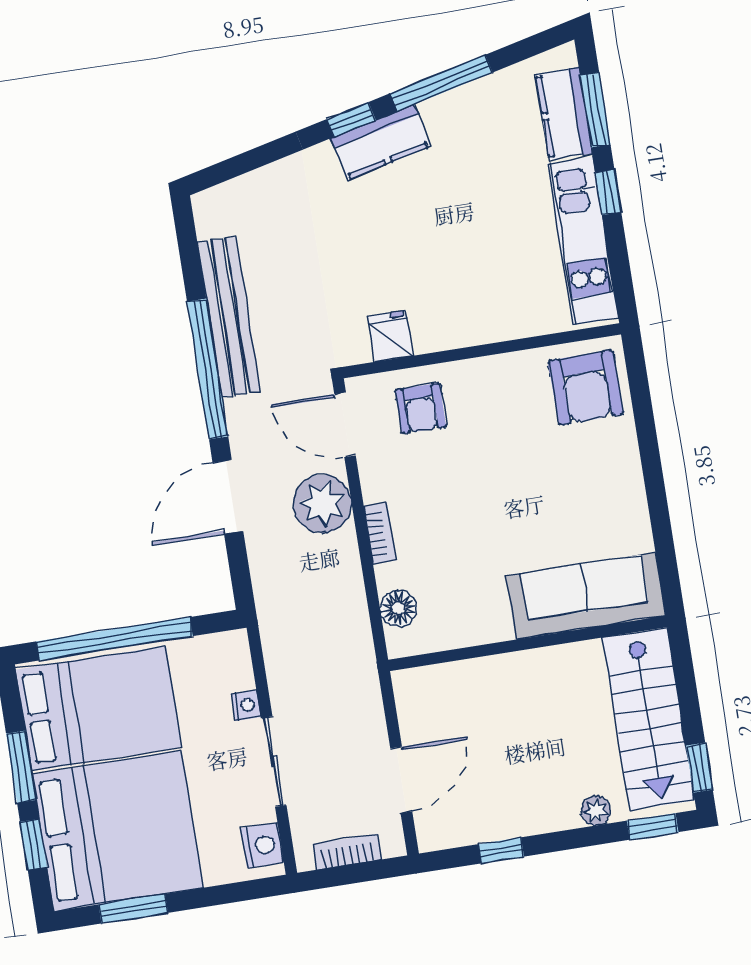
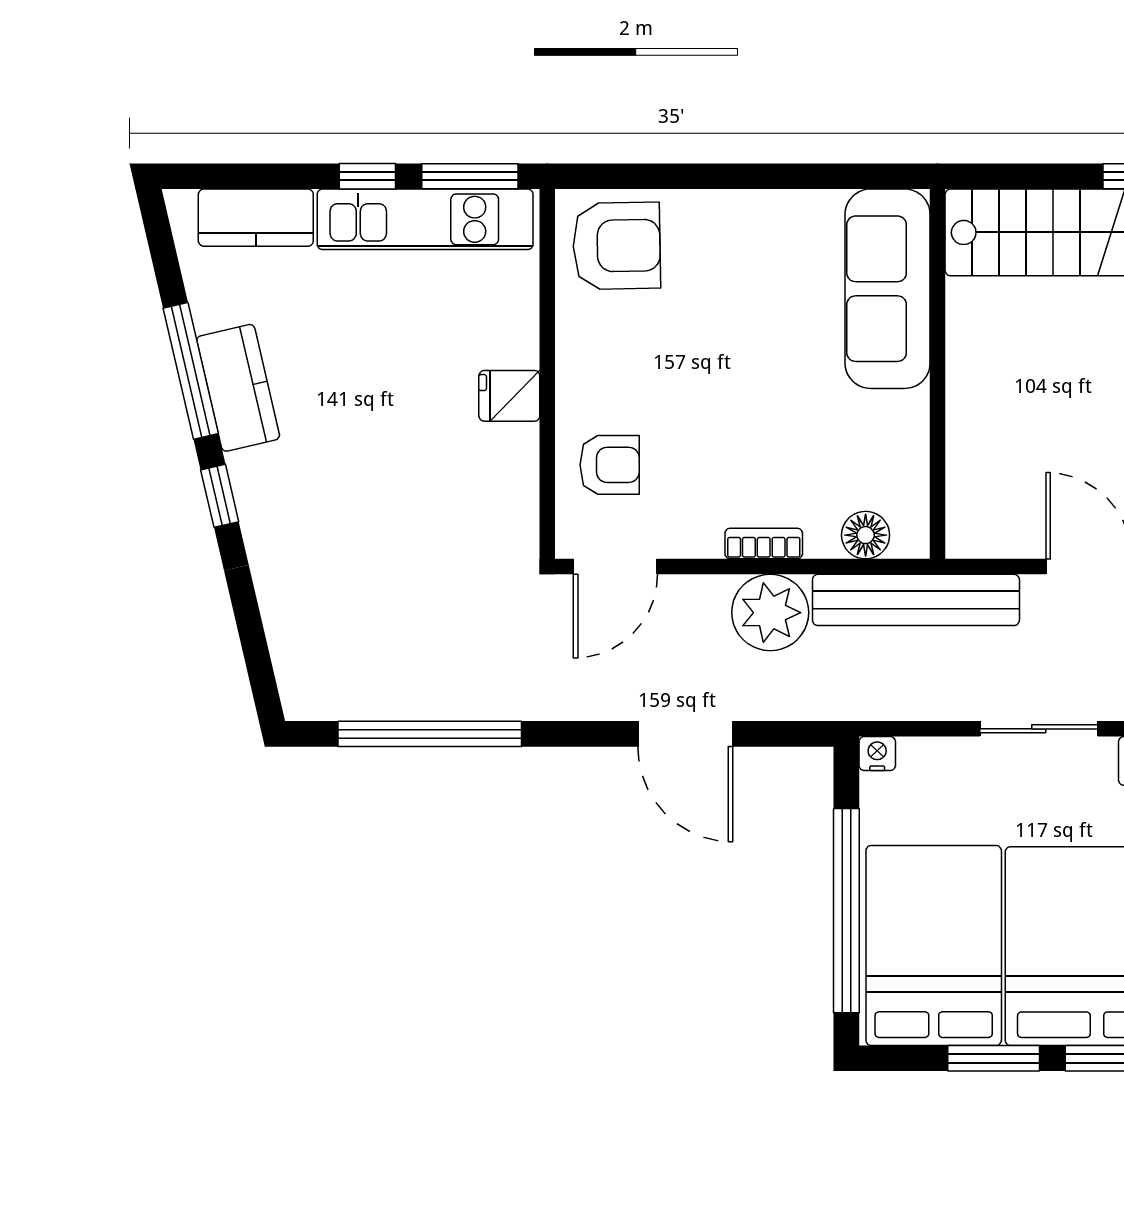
window: (595, 110) -> (470, 176), moved
kitchen counter: (380, 142) -> (238, 388), moved
bench: (229, 317) -> (916, 600), moved
fridge: (390, 336) -> (509, 396), moved
window: (208, 369) -> (430, 734), moved
plant: (322, 504) -> (770, 613), moved
nightstand: (246, 705) -> (877, 754), moved

